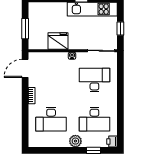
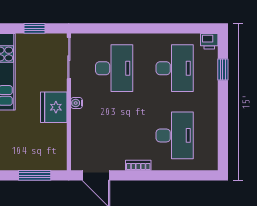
fridge: (58, 41) -> (54, 107), moved
desk: (94, 80) -> (114, 68), turned 180
plant: (75, 141) -> (209, 98), removed

